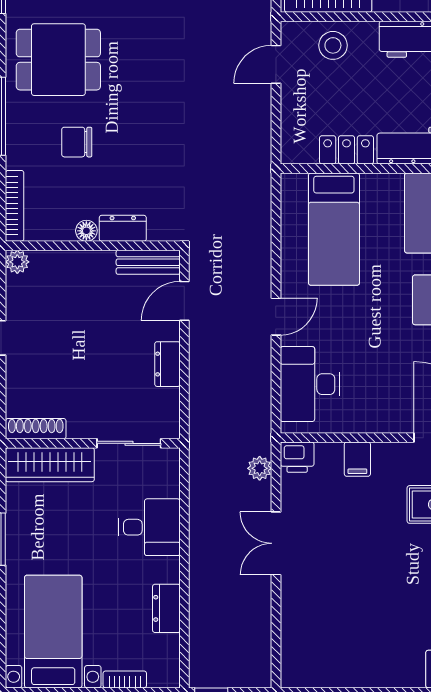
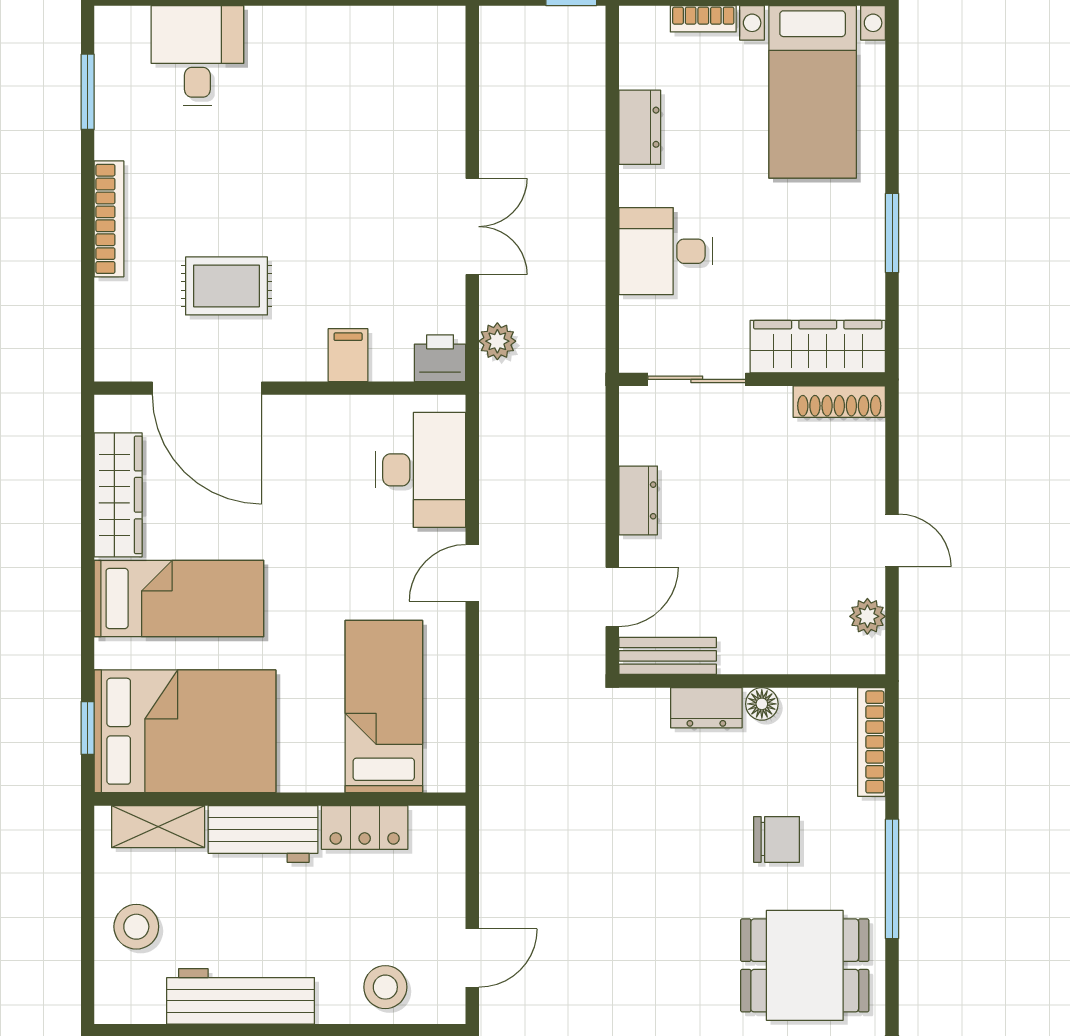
plant: (17, 262) -> (867, 616), moved

